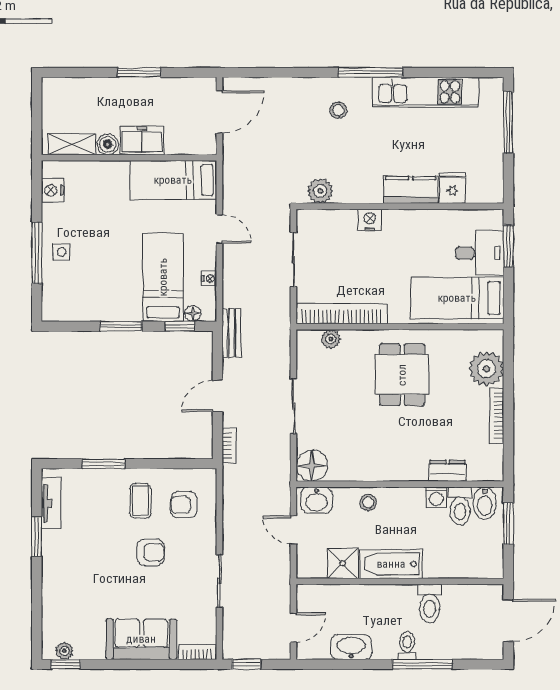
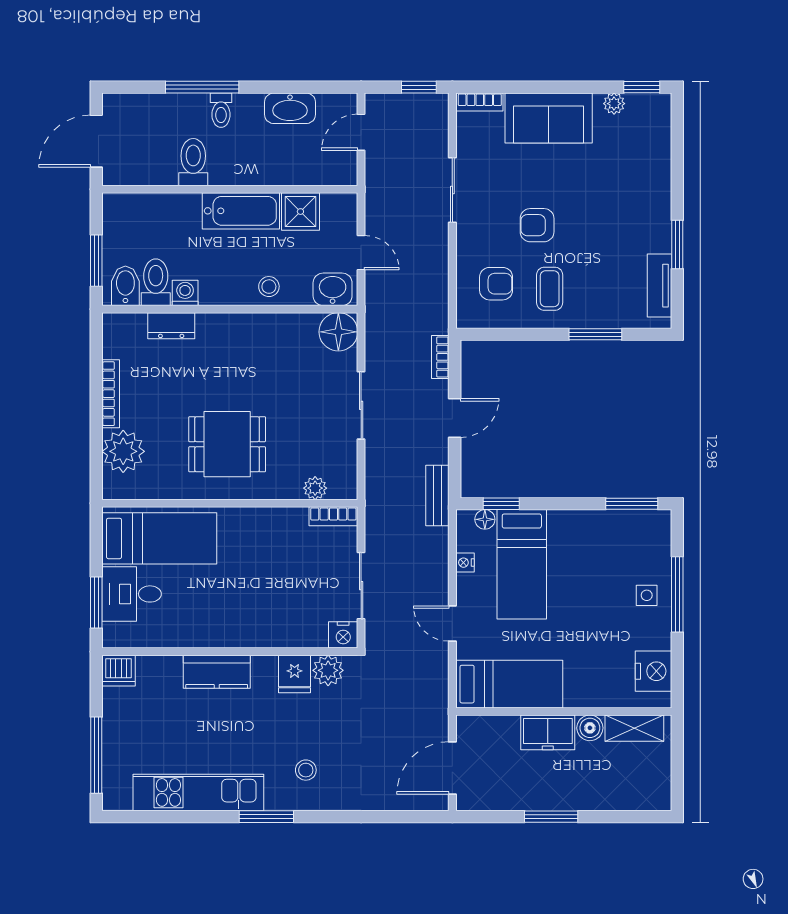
window: (370, 72) -> (266, 817), width x0.69
fridge: (452, 188) -> (295, 674), moved
nightstand: (53, 190) -> (653, 671), width x1.36, depth x1.33
dishwasher: (490, 191) -> (119, 671), added
nightstand: (370, 220) -> (343, 635), moved
bookcase: (342, 314) -> (333, 516), width x0.43, depth x0.76
window: (121, 326) -> (632, 504), moved
dining table: (402, 375) -> (227, 444), turned 90
plant: (64, 651) -> (614, 104), moved

